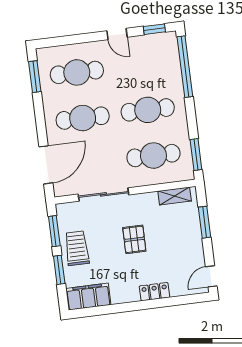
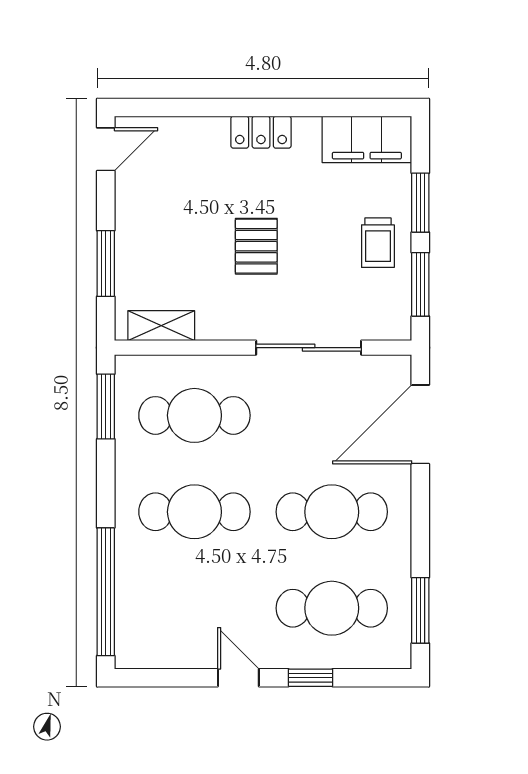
window: (154, 29) -> (311, 678), moved
trolley: (77, 248) -> (378, 243), width x0.73, depth x0.72
locker: (154, 292) -> (261, 132), moved

